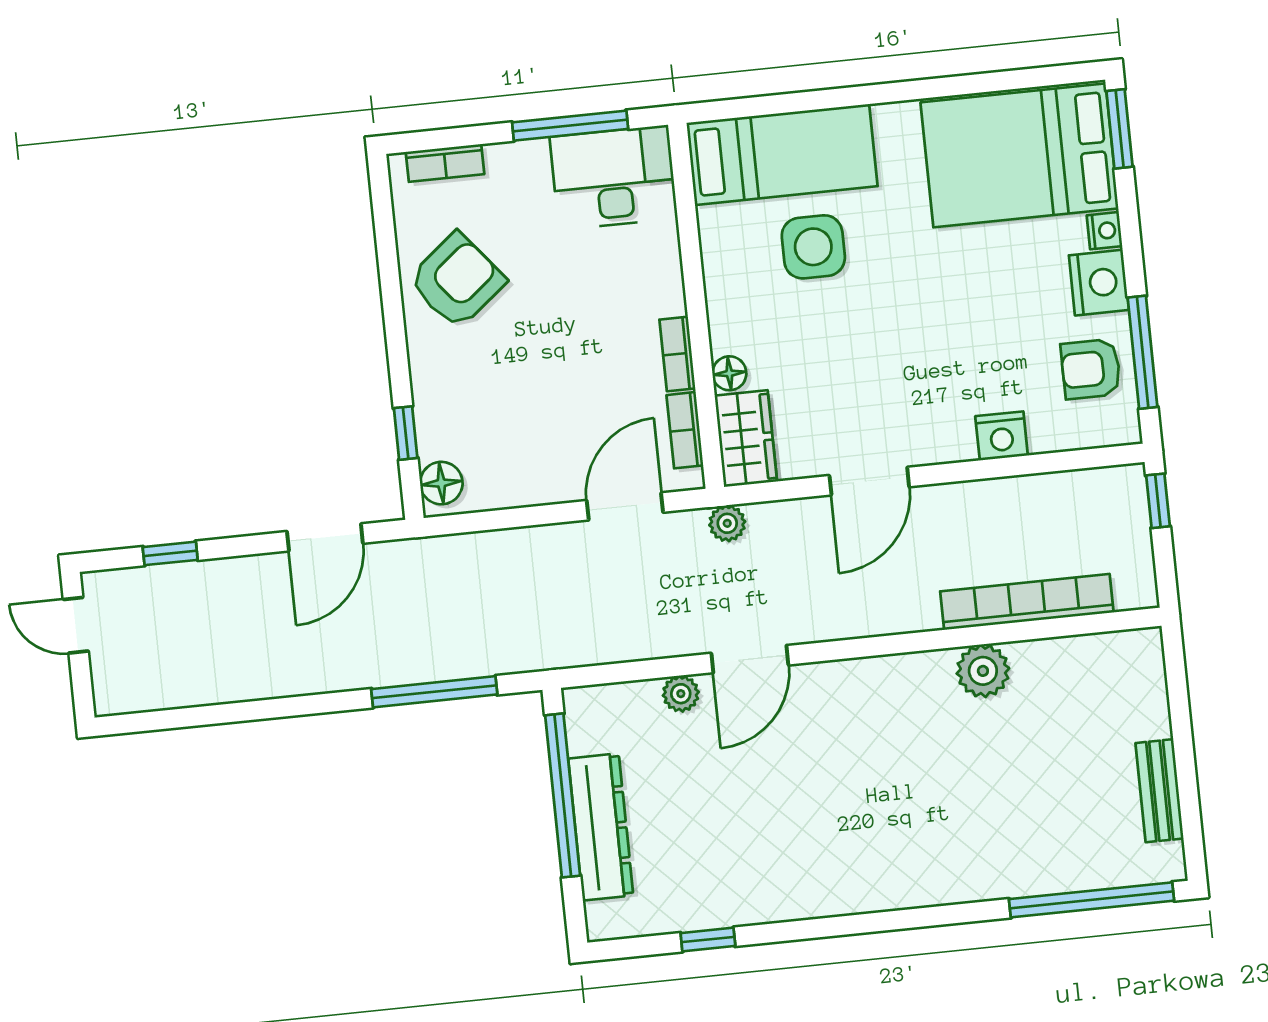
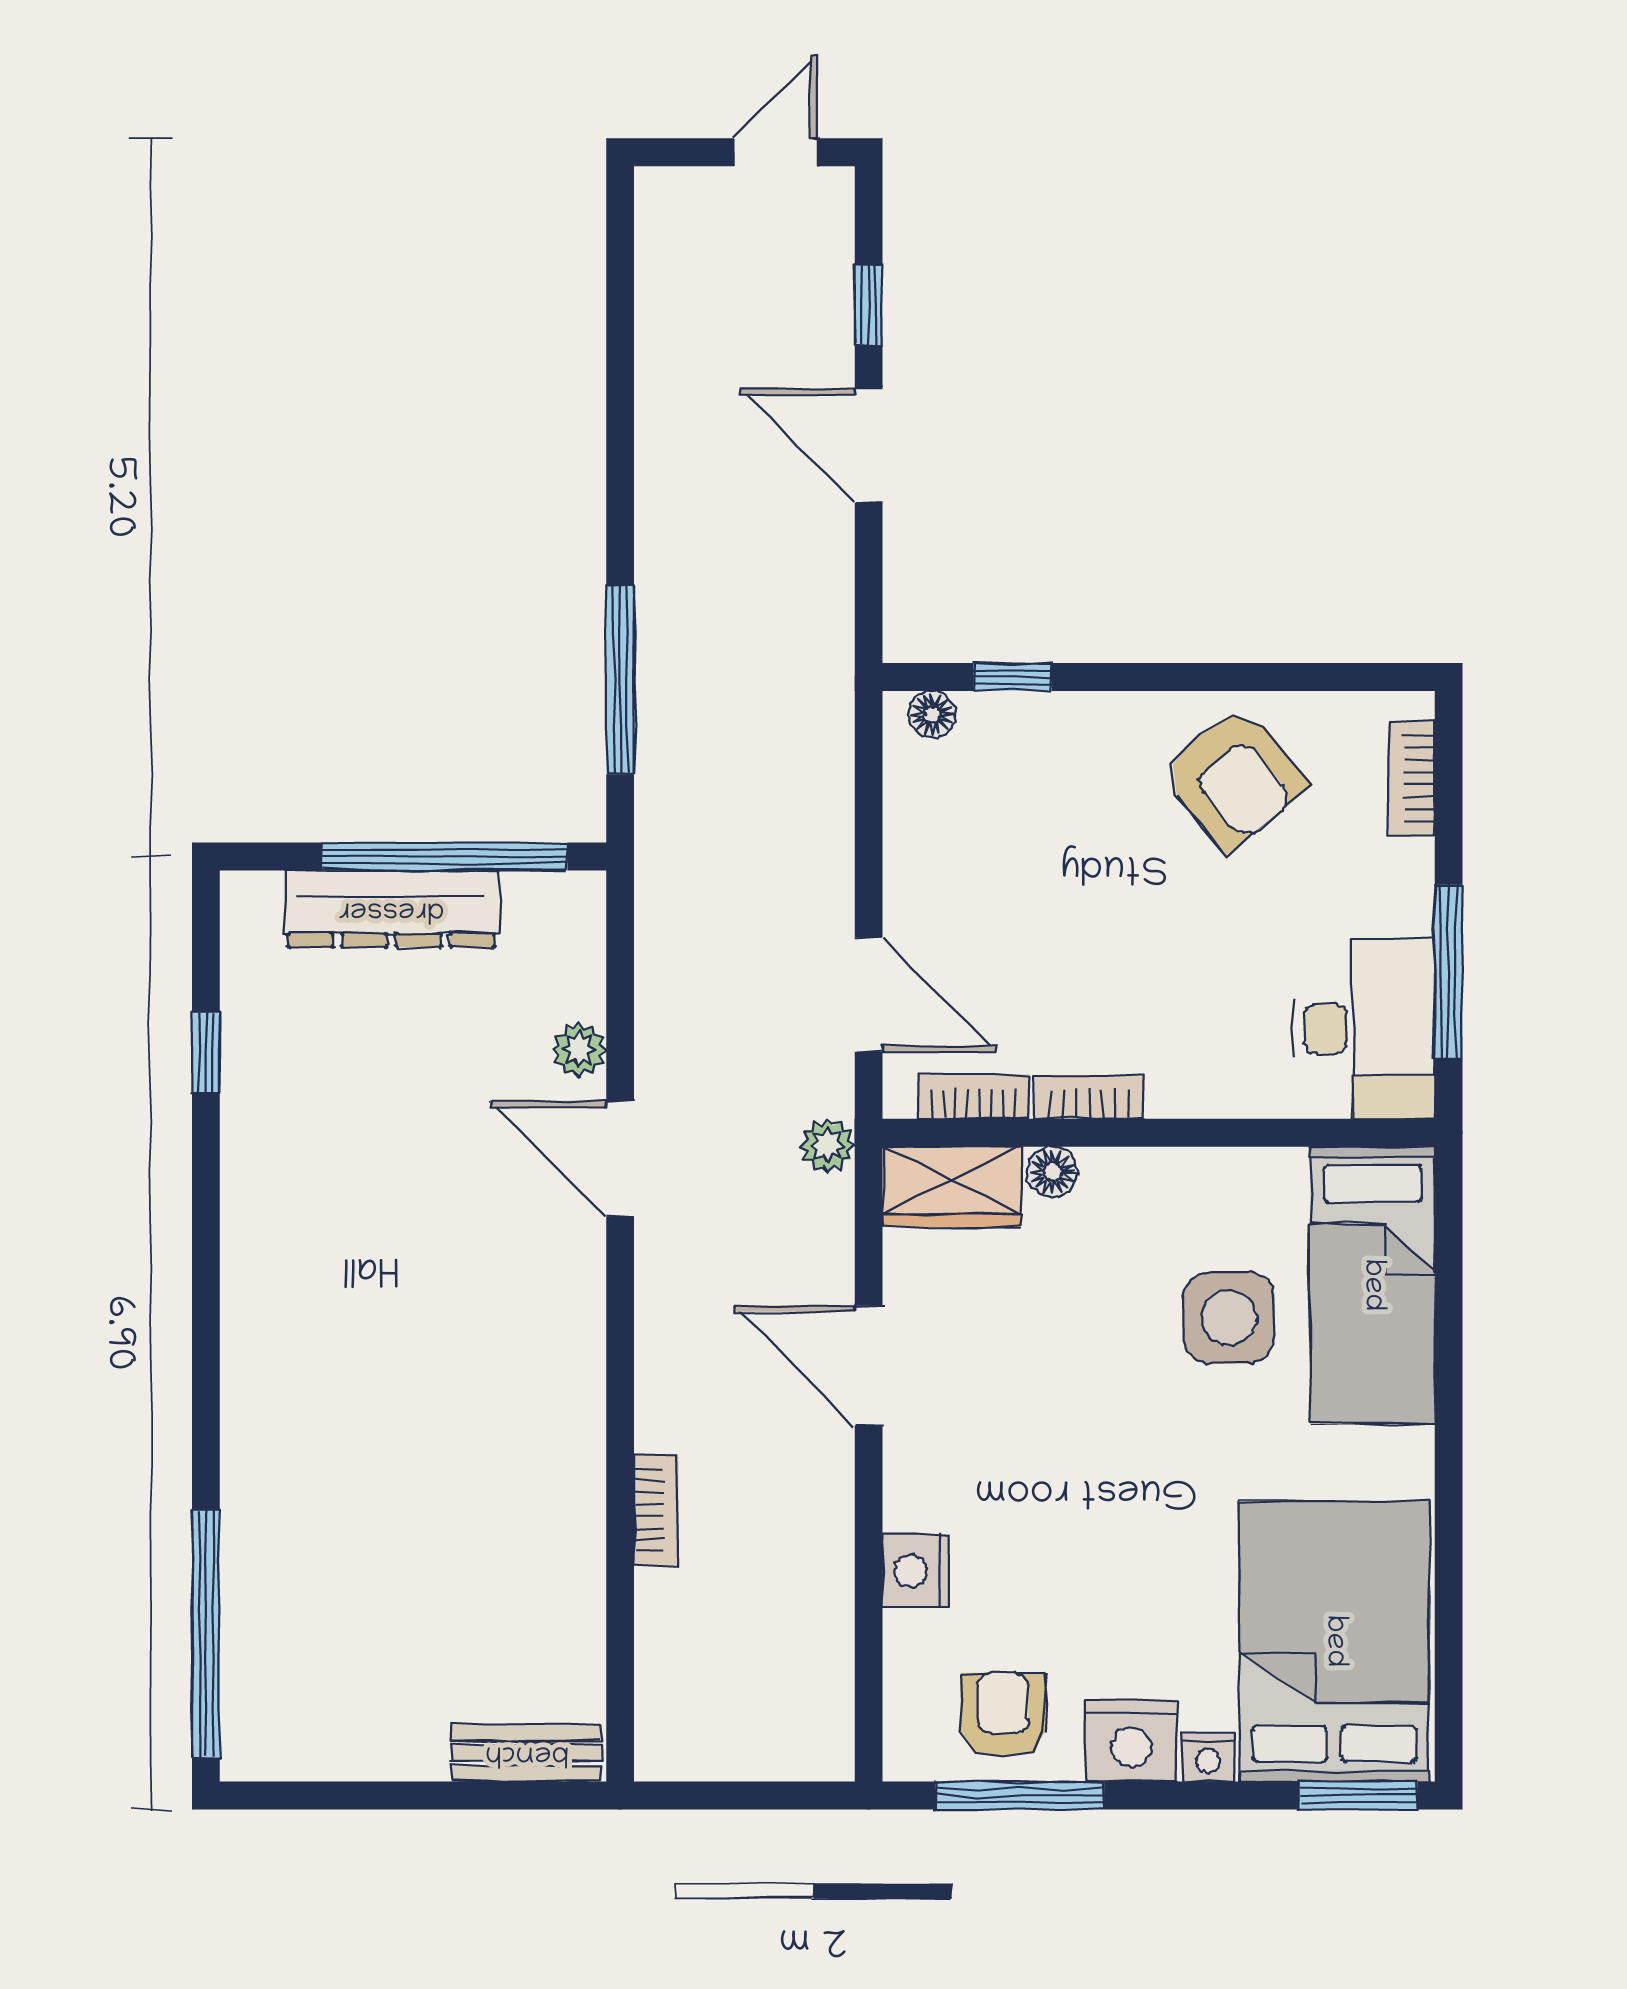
floor lamp: (441, 483) -> (932, 714), width x0.73, depth x0.73
window: (1158, 501) -> (794, 1796), removed
door: (325, 537) -> (869, 446), moved
bookcase: (1027, 602) -> (656, 1510), width x0.43, depth x0.76
plant: (983, 671) -> (566, 1507), removed
bench: (1160, 791) -> (527, 1753), moved

